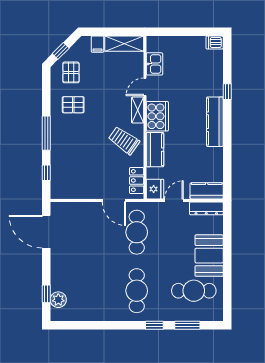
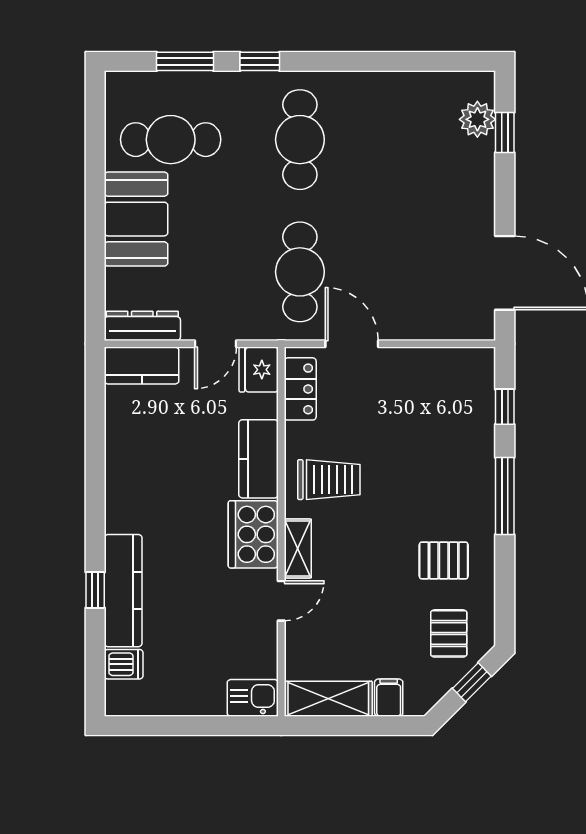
dishwasher: (215, 42) -> (124, 664), moved
kitchen sink: (154, 64) -> (253, 698), moved, turned 90
kitchen counter: (215, 122) -> (123, 591), moved
trolley: (124, 140) -> (329, 480), turned -35

